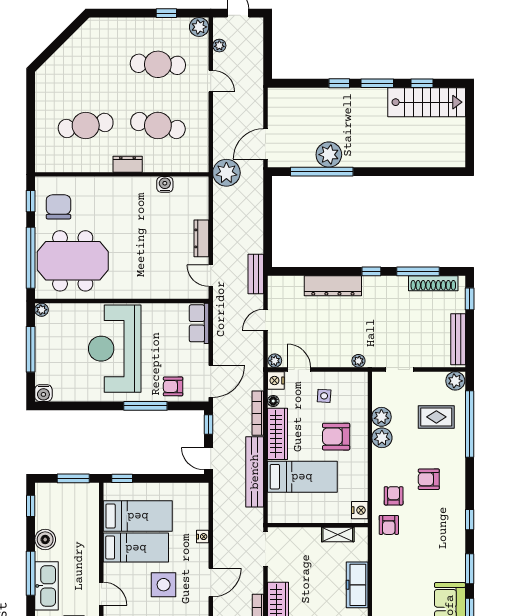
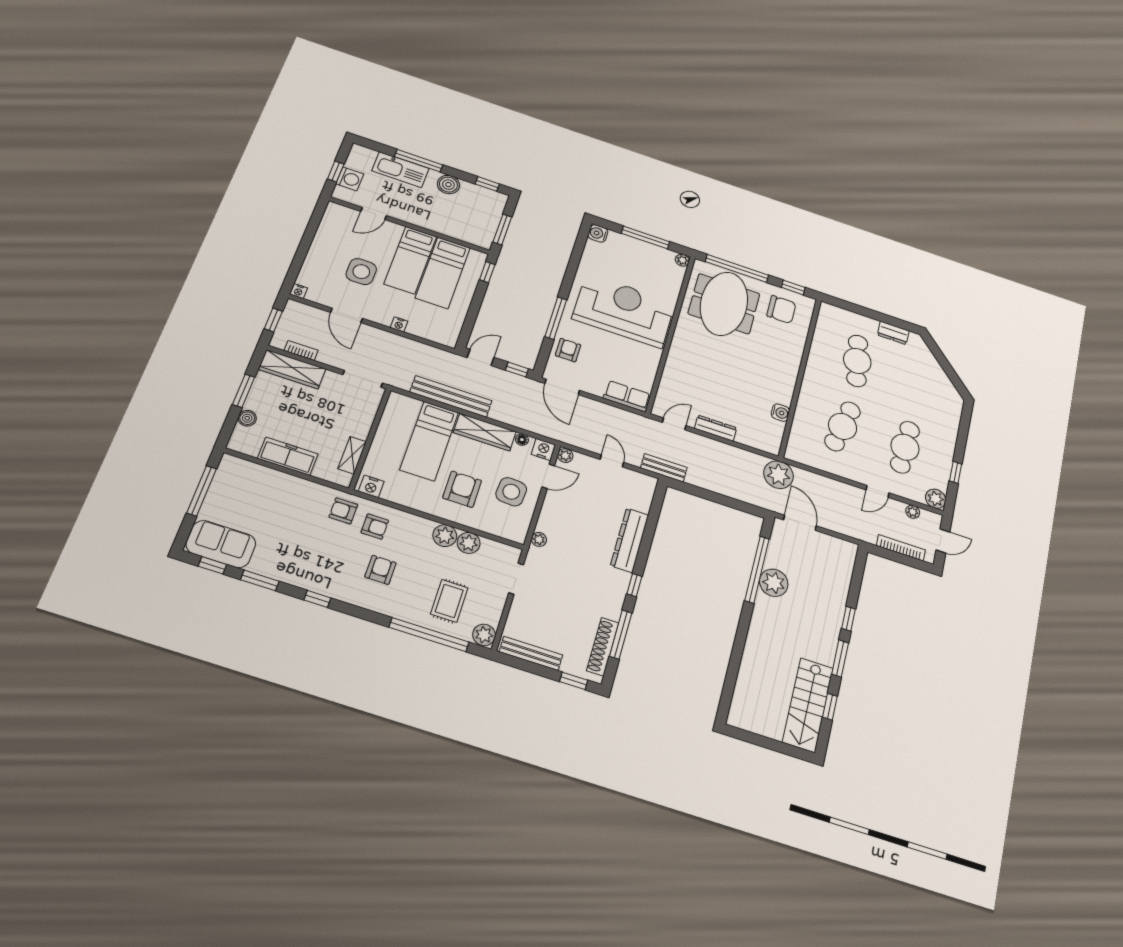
dresser: (128, 164) -> (893, 333), moved, turned 90
side table: (324, 396) -> (511, 492), width x1.87, depth x1.87
bookcase: (258, 413) -> (901, 548), moved

